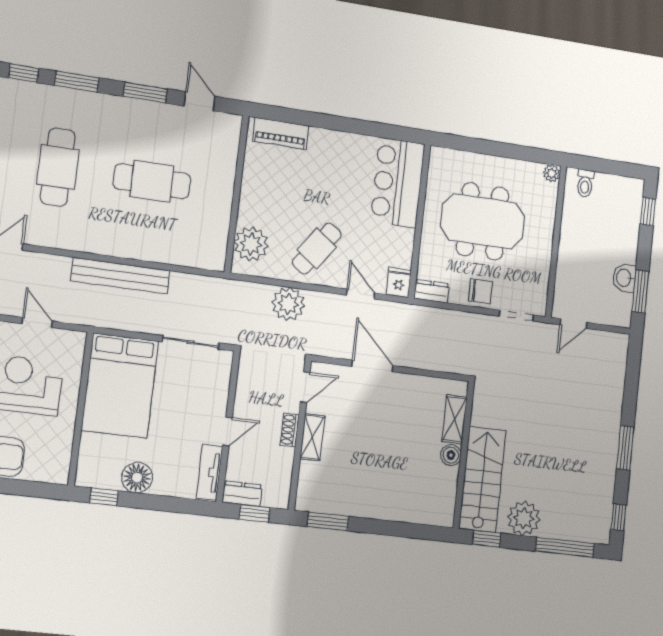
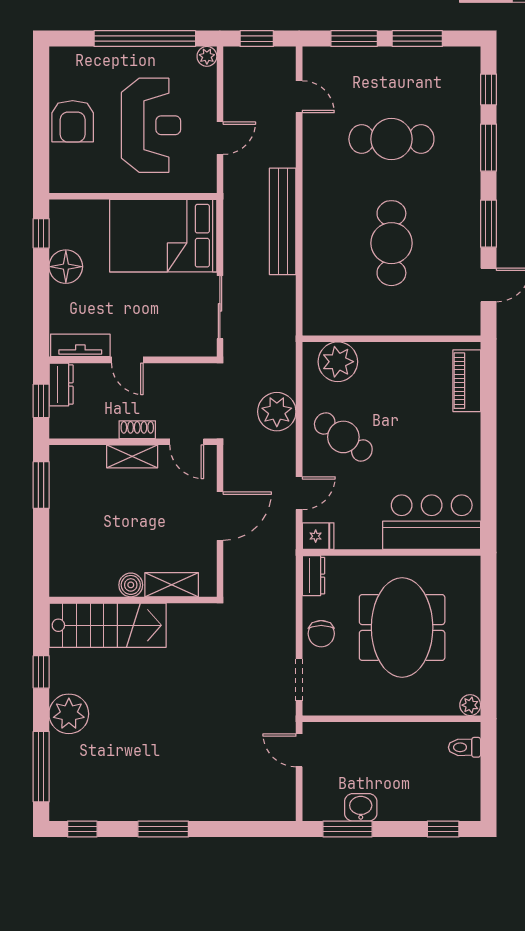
shelving: (455, 419) -> (172, 585), moved
boiler: (451, 455) -> (131, 585), moved
wall: (464, 455) -> (133, 600), moved
stairs: (482, 479) -> (108, 625), moved

